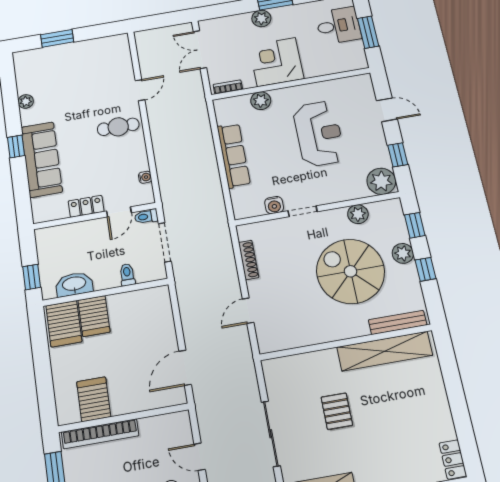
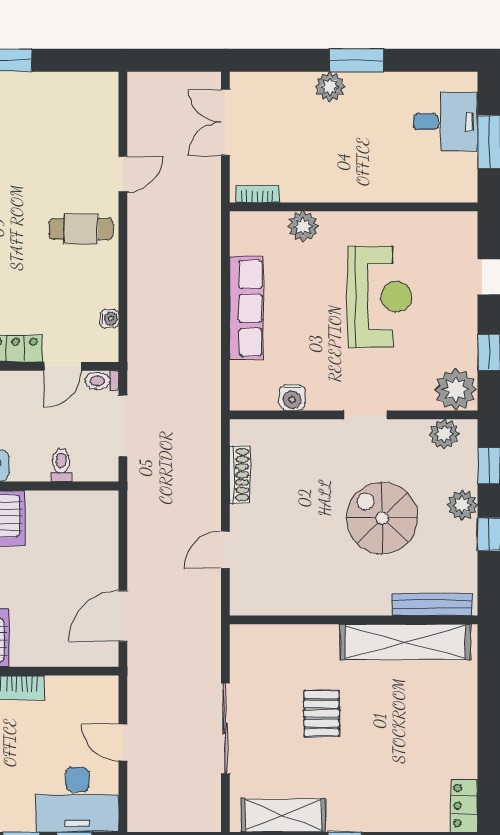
corner desk: (276, 62) -> (339, 166), removed
doorway: (303, 211) -> (366, 415), moved
plant: (358, 214) -> (444, 434), moved
spiral stairs: (351, 271) -> (382, 518), width x0.73, depth x0.73

